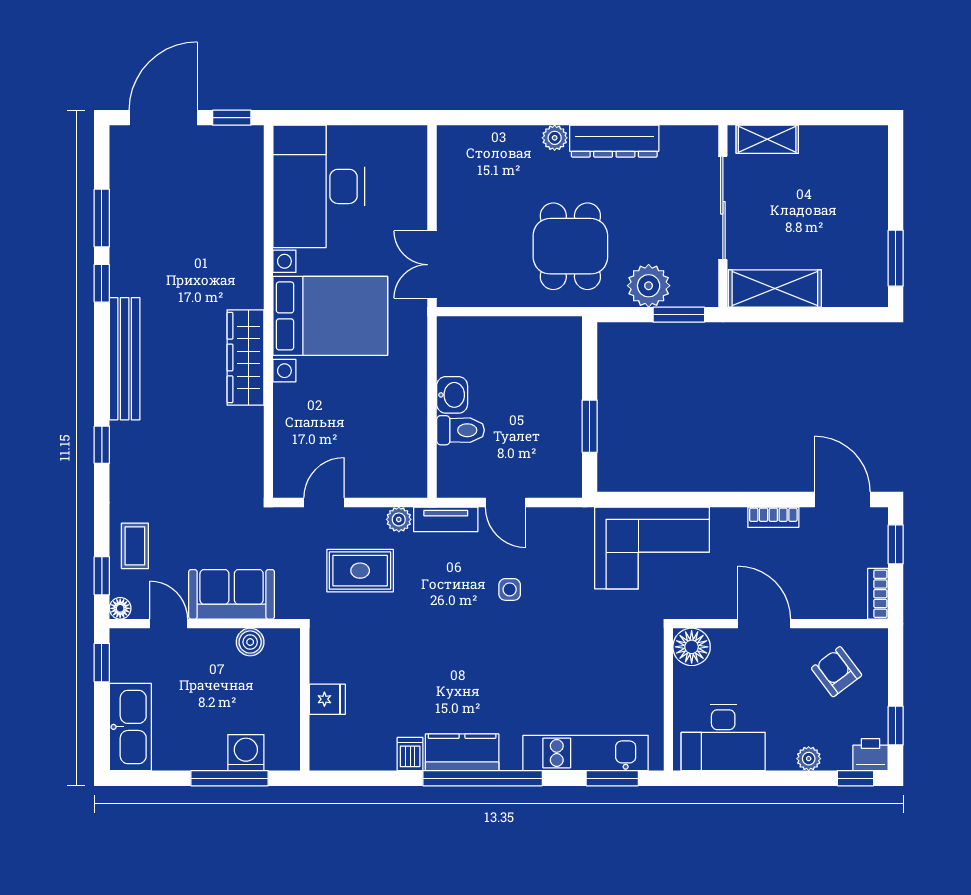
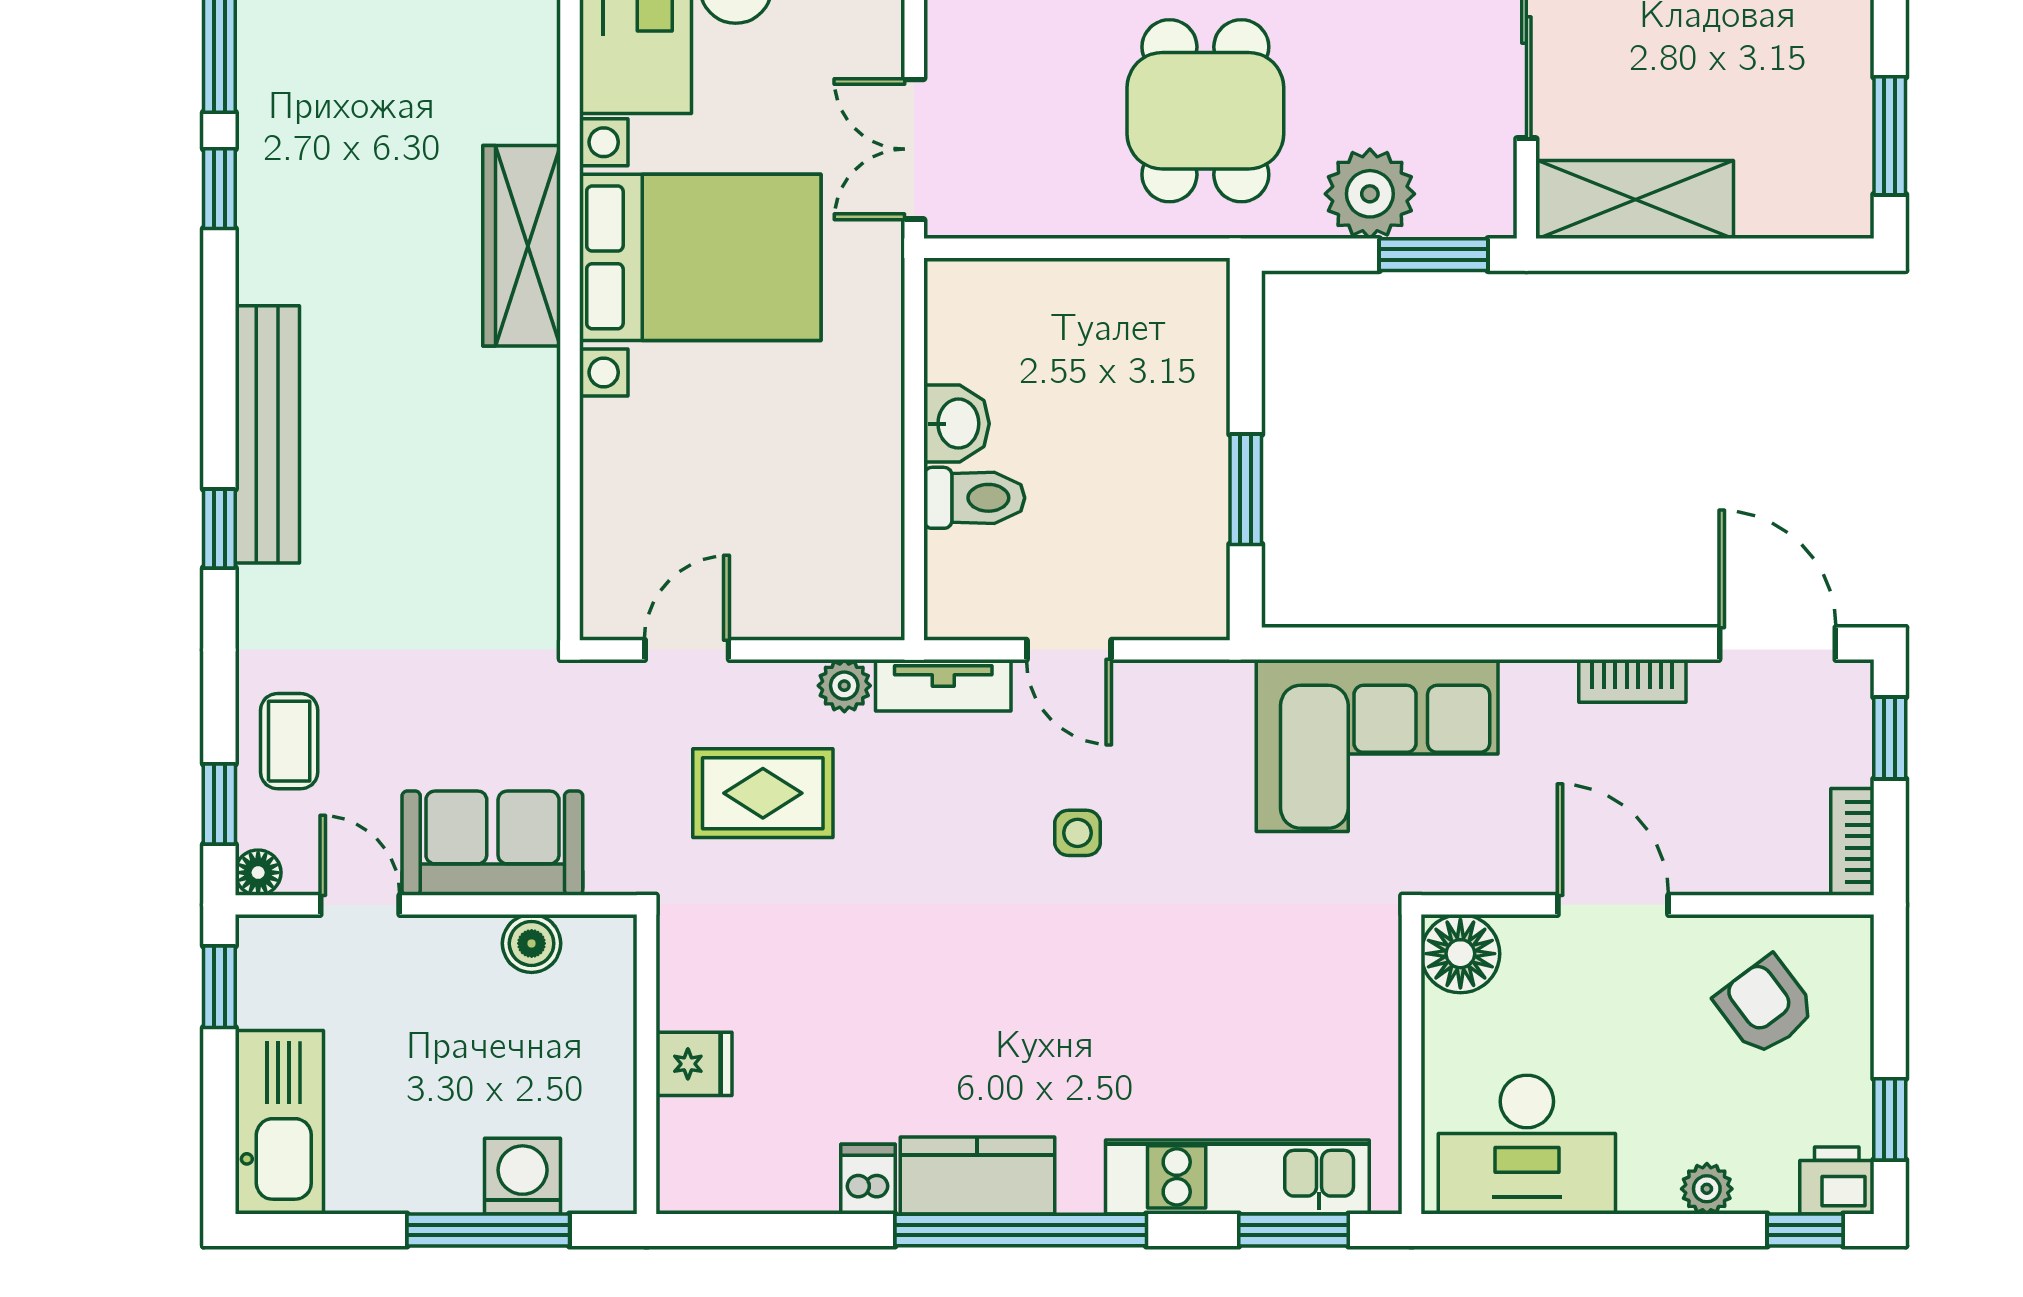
wardrobe: (245, 357) -> (522, 246), moved
bench: (125, 359) -> (267, 434), moved

